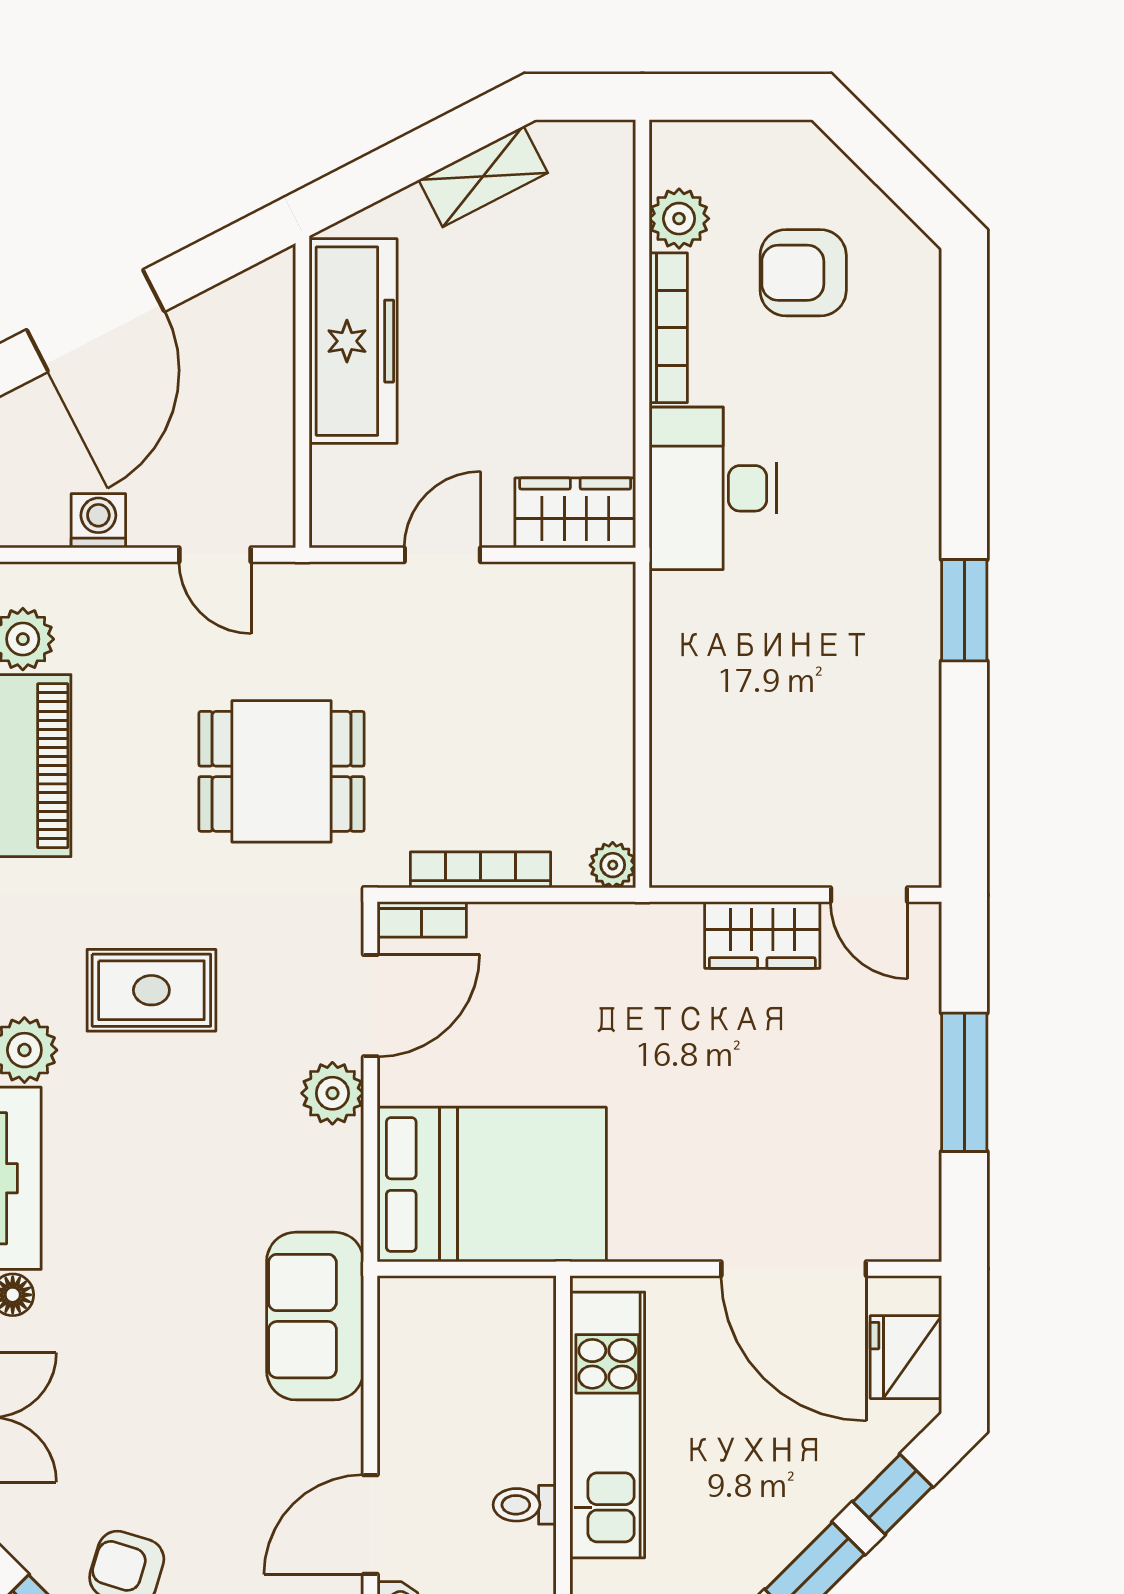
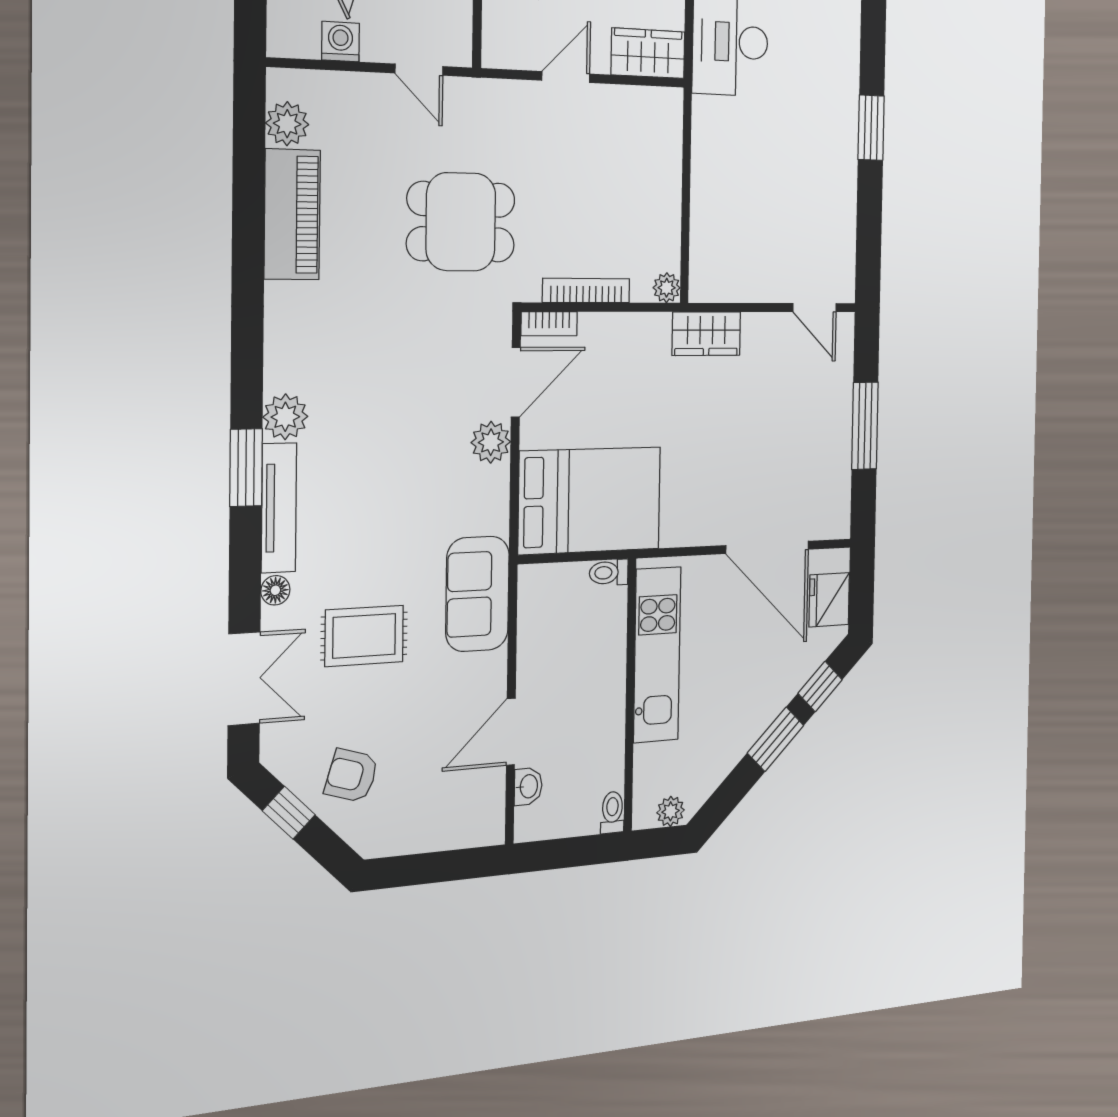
wardrobe: (762, 935) -> (706, 334), moved
rug: (151, 990) -> (364, 636), moved
toilet: (525, 1505) -> (609, 573), moved

